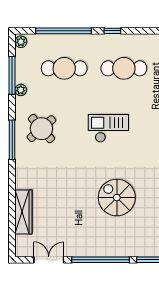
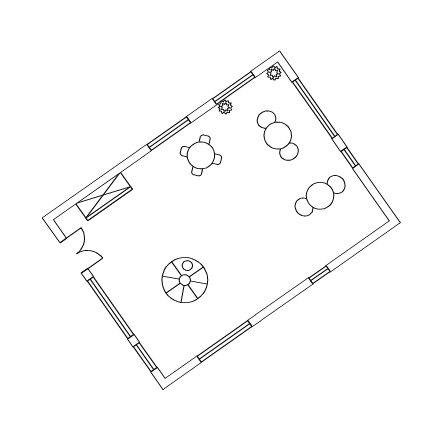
cafe table: (124, 68) -> (320, 196), turned 90
checkout: (108, 128) -> (249, 223), removed

